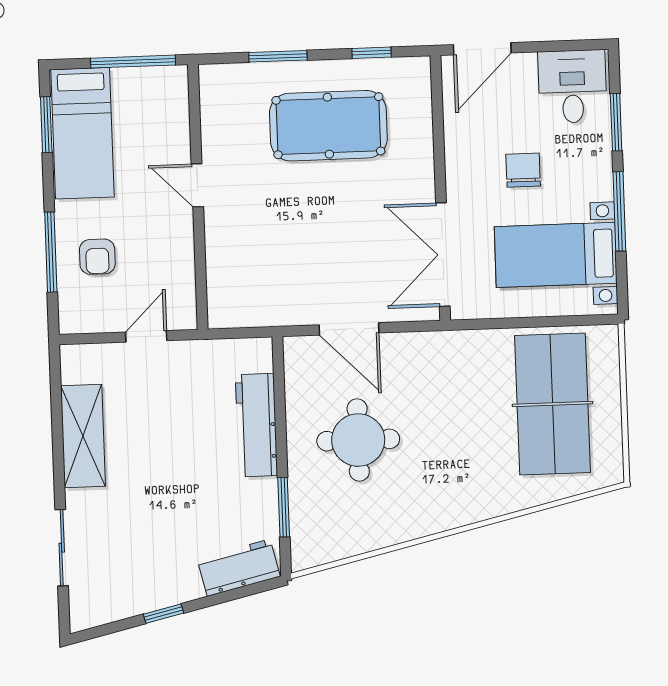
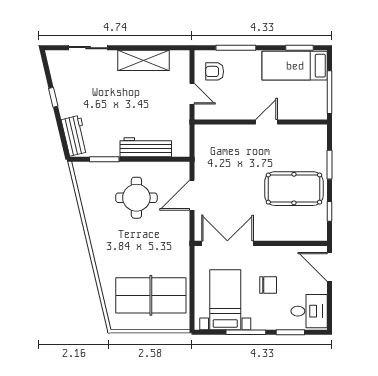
pool table: (328, 126) -> (294, 189), turned 90
armchair: (97, 257) -> (215, 71), moved

